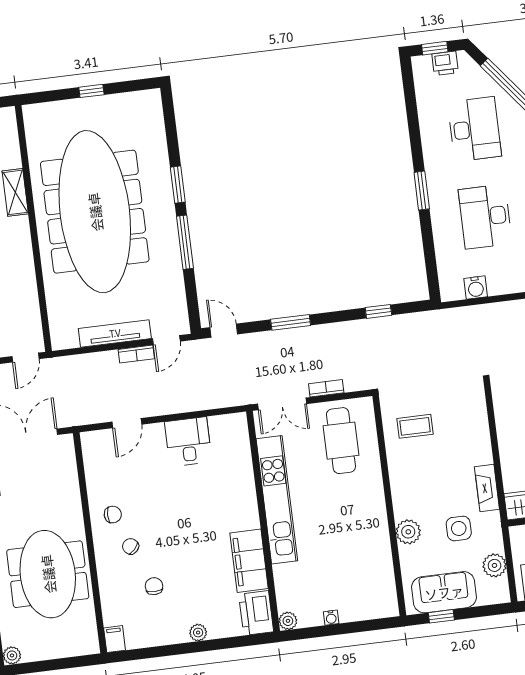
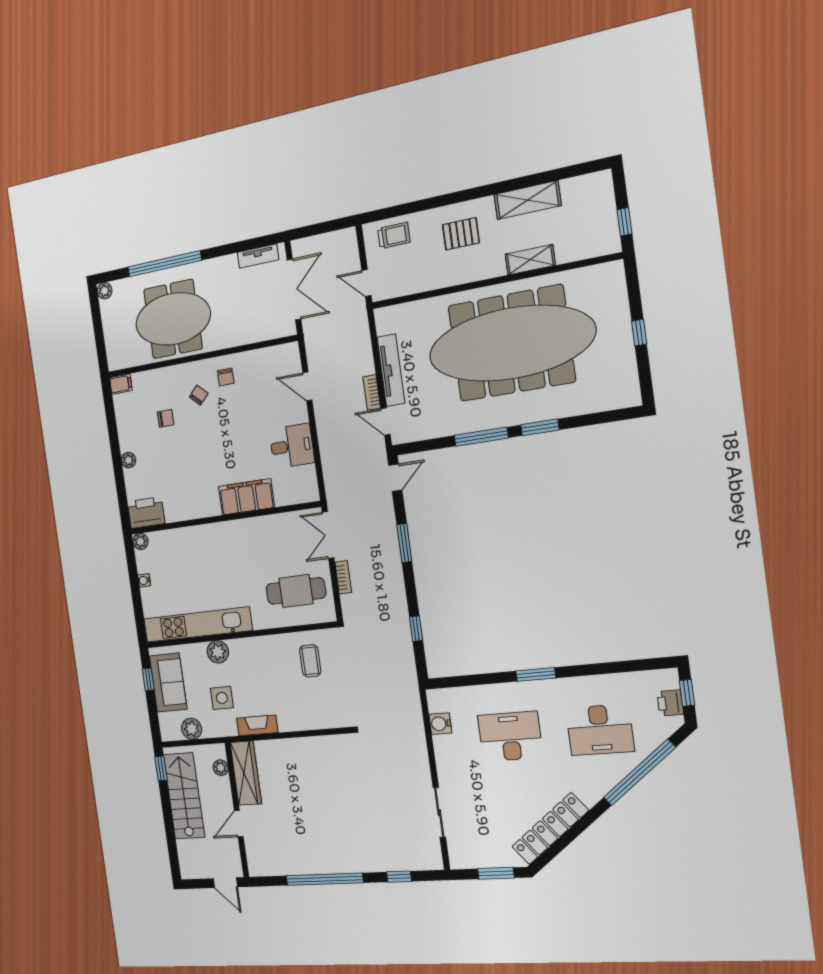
kitchen unit: (277, 500) -> (198, 625), moved, turned 180
filing cabinet: (249, 561) -> (246, 497), moved

